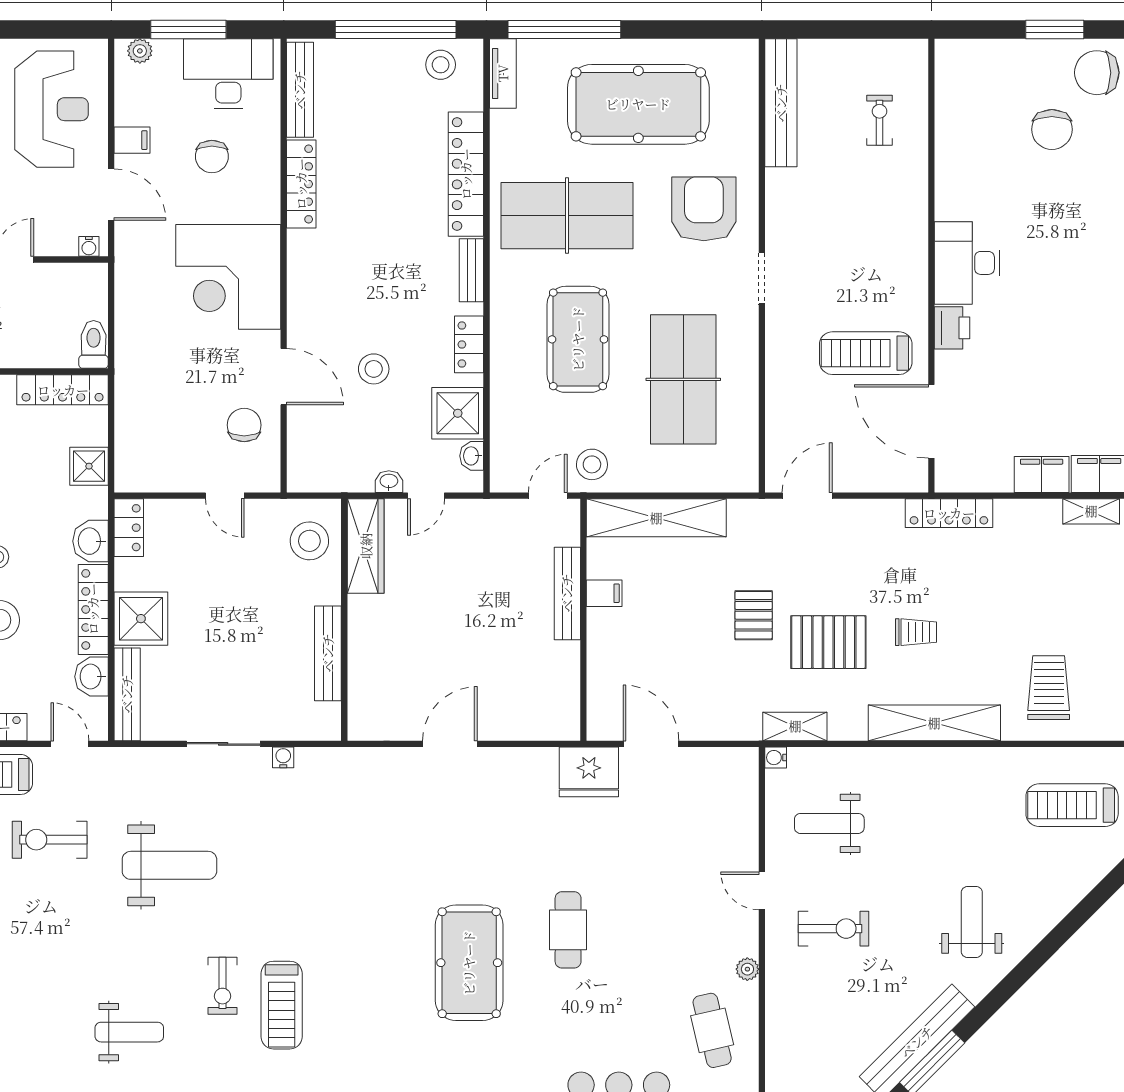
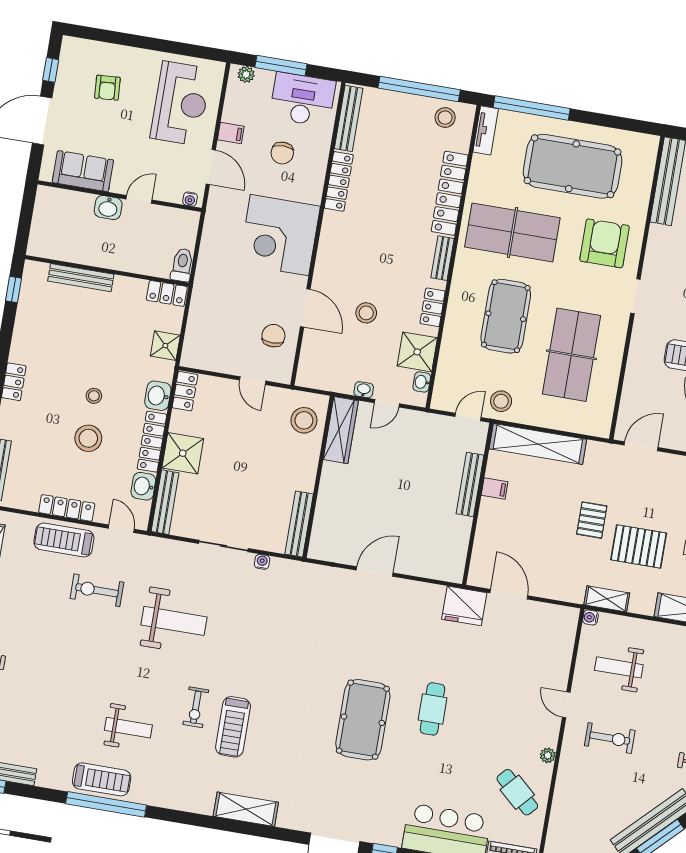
locker: (63, 390) -> (167, 293), width x0.66
bench: (328, 653) -> (299, 524), moved
cafe table: (712, 1030) -> (517, 792), turned -35

